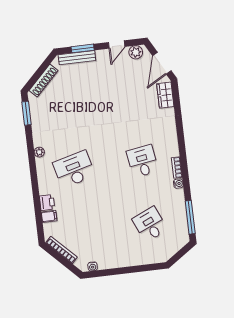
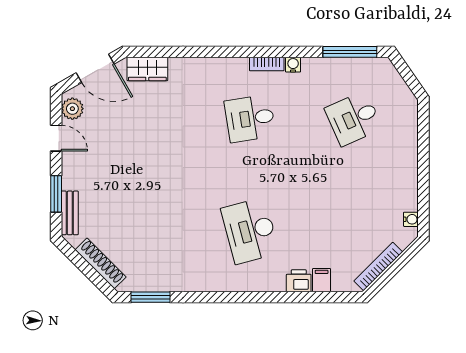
bench: (77, 58) -> (70, 213), width x0.73
plant: (39, 152) -> (216, 284), removed

